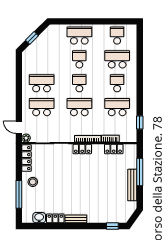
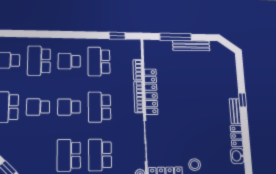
locker: (114, 149) -> (150, 80), moved
window: (112, 226) -> (243, 100), moved

